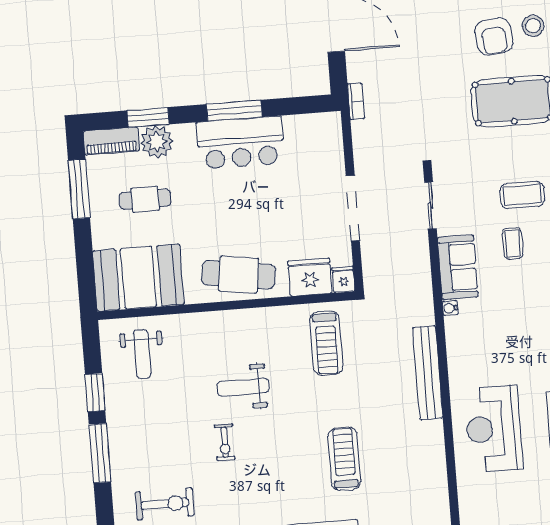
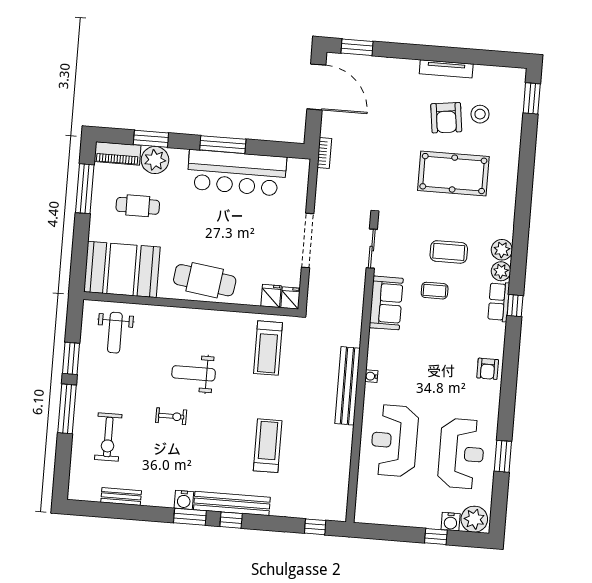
bar counter: (240, 143) -> (237, 173), width x1.36
coffee table: (513, 243) -> (435, 291), turned 90
fridge: (310, 277) -> (271, 296), width x0.53, depth x0.75
water cooler: (450, 308) -> (371, 376), moved
exercise bike: (225, 442) -> (171, 416), turned -90
exercise bike: (165, 504) -> (108, 437), moved, turned 90

